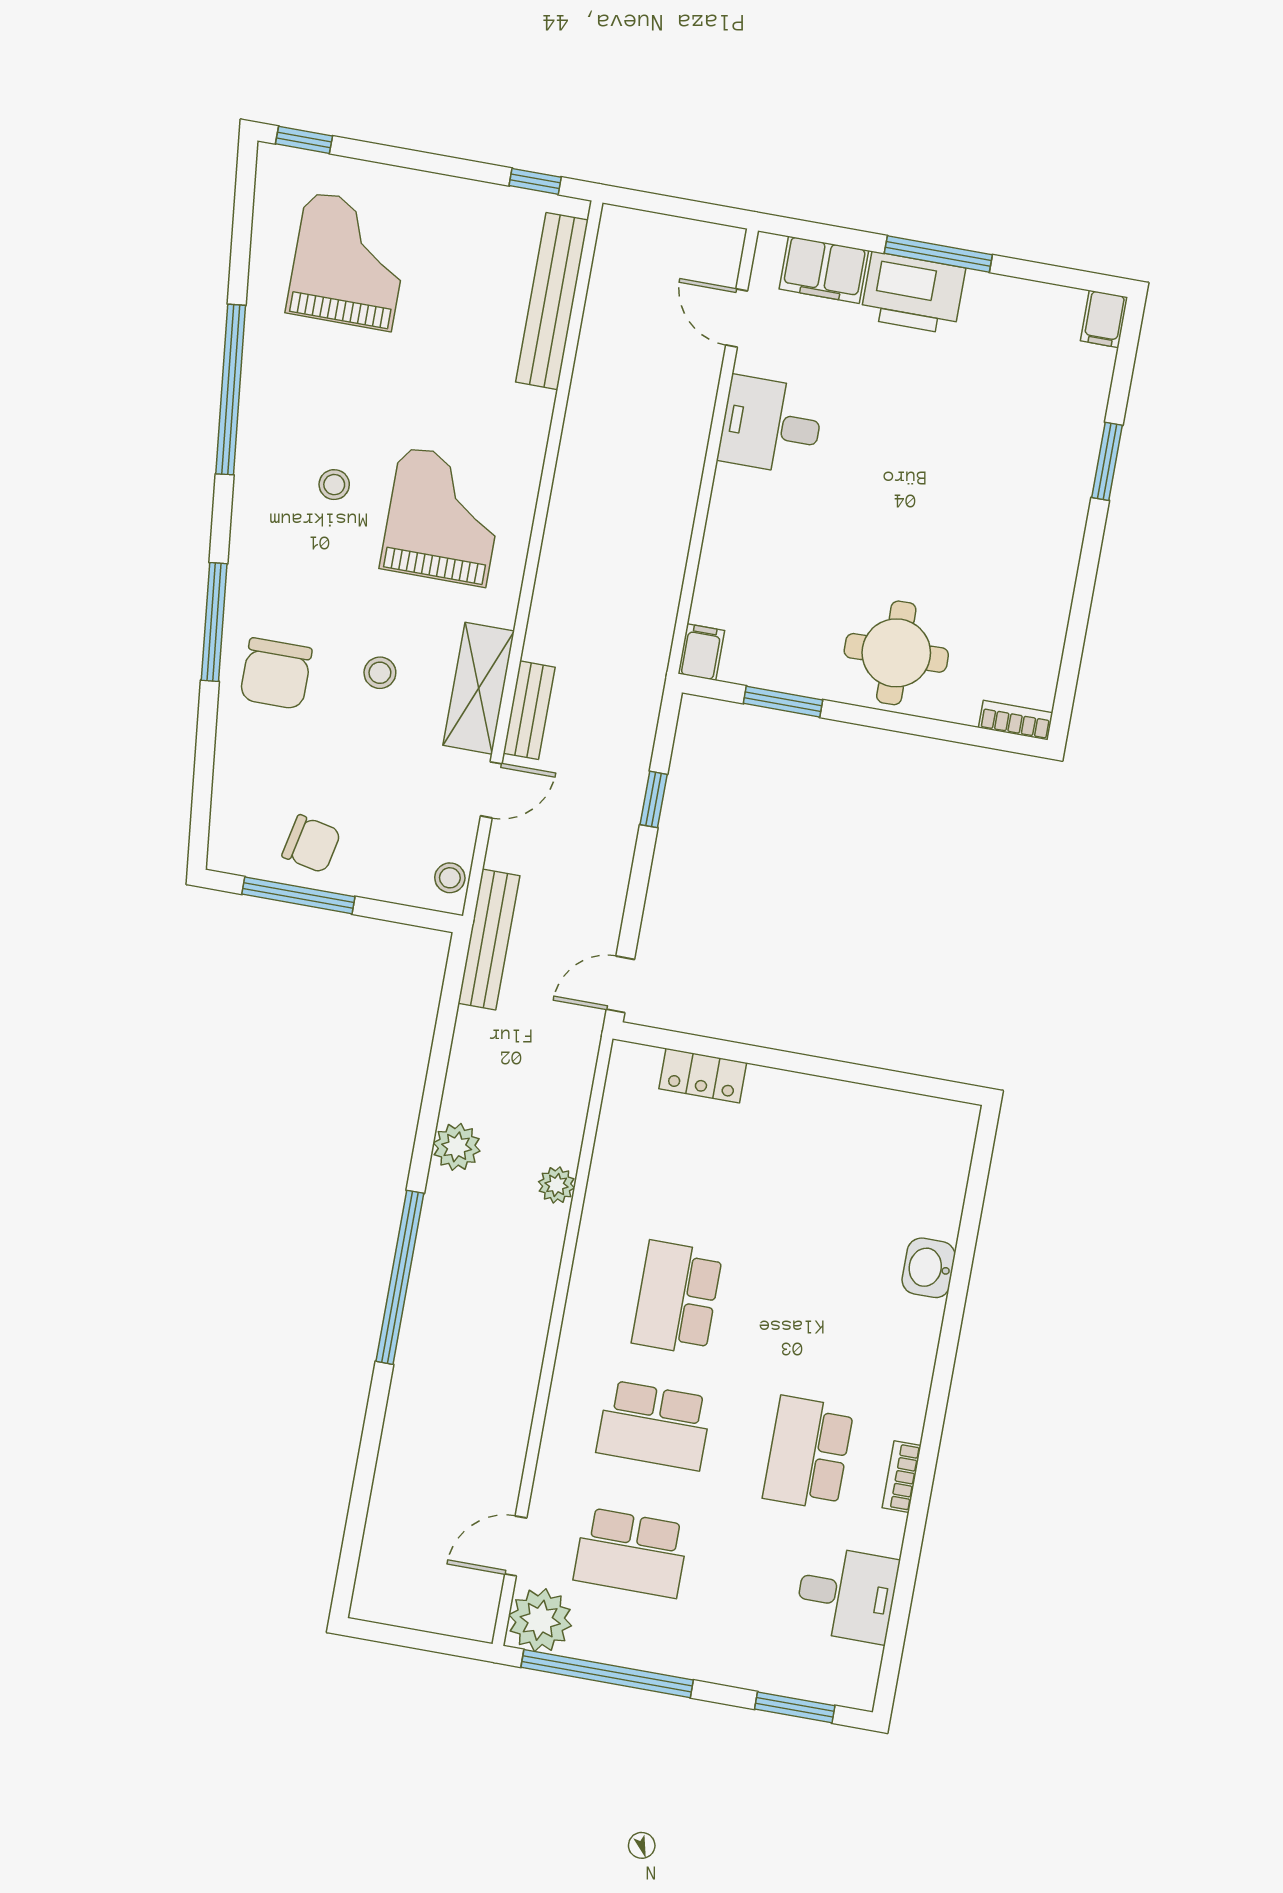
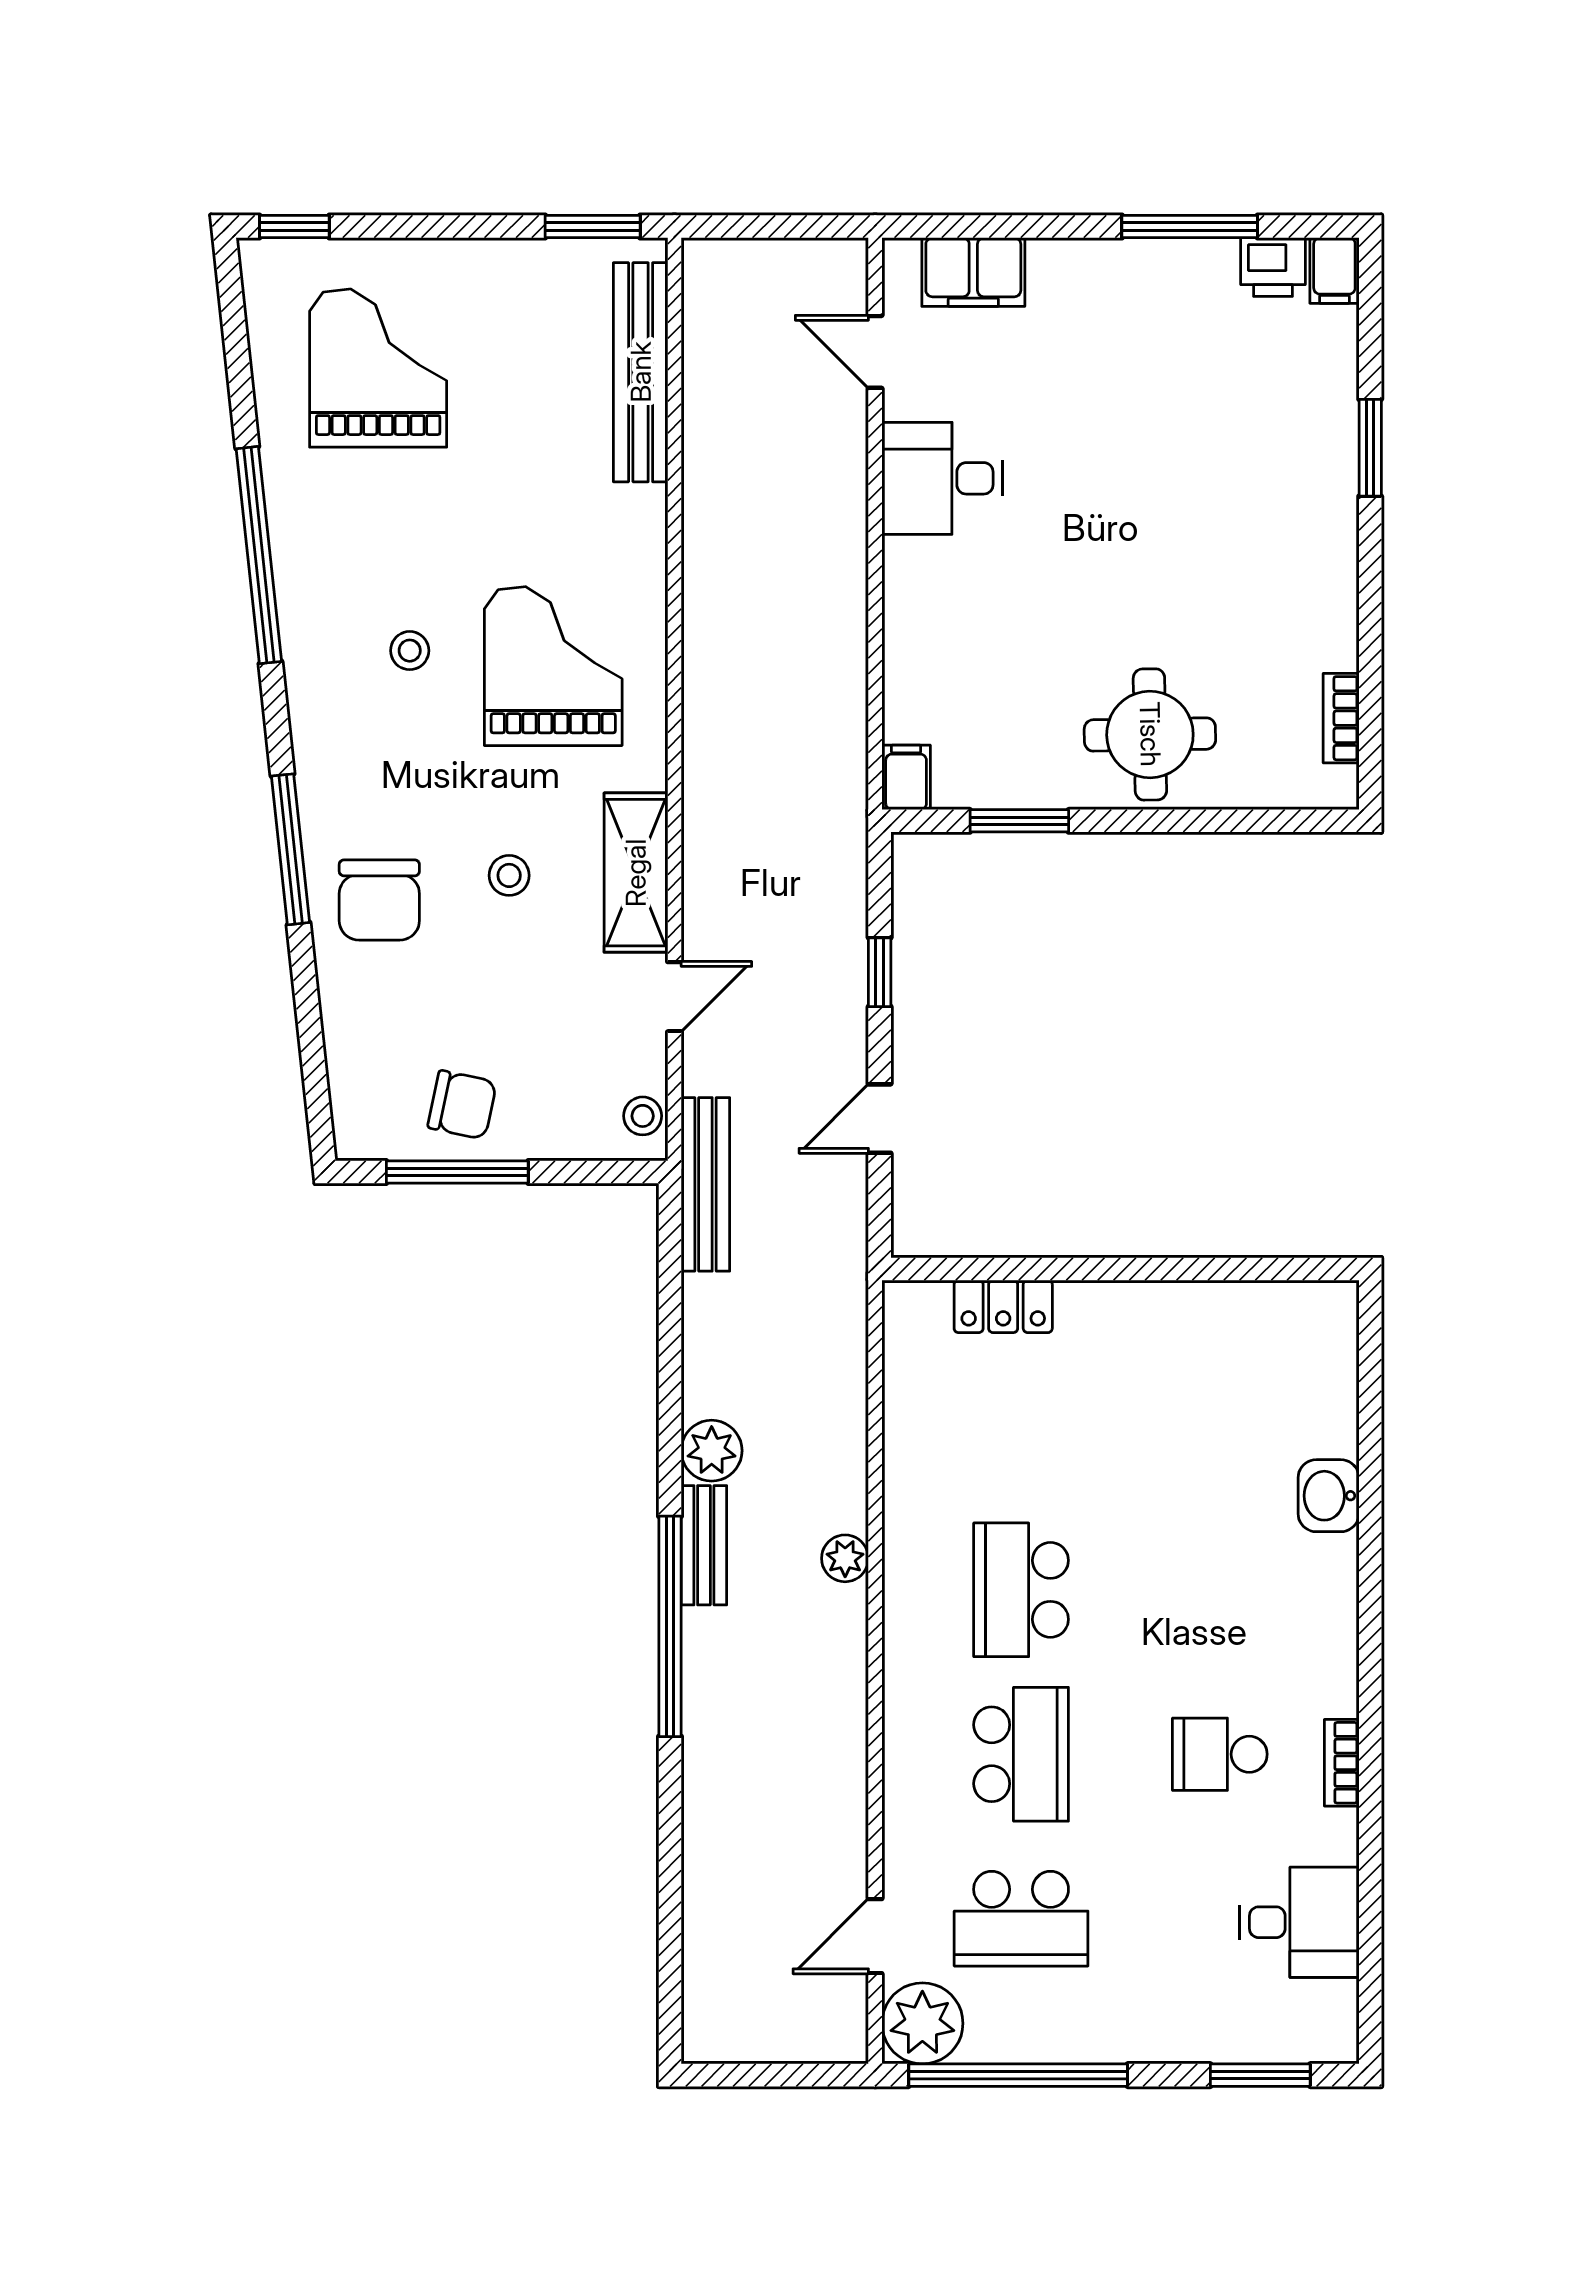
window: (535, 181) -> (593, 227), width x1.50
window: (938, 254) -> (1190, 227), moved
printer: (913, 293) -> (1273, 267), moved, width x0.53, depth x0.68
bench: (529, 710) -> (704, 1545), moved
bookcase: (1016, 720) -> (1341, 718), moved, turned -90
door: (620, 984) -> (880, 1119), moved
plant: (557, 1185) -> (845, 1558), moved
school desk: (654, 1425) -> (1021, 1754), turned -90
school desk: (808, 1453) -> (1220, 1754), width x0.54

